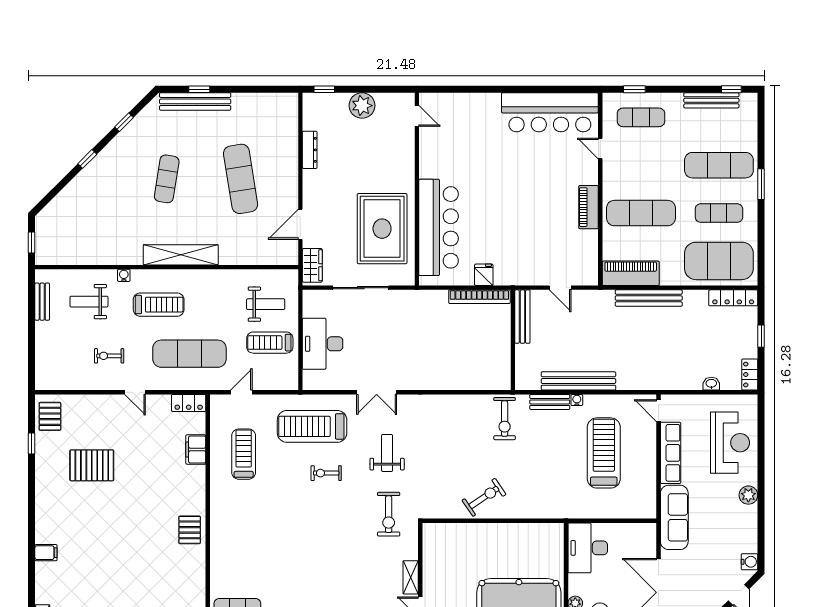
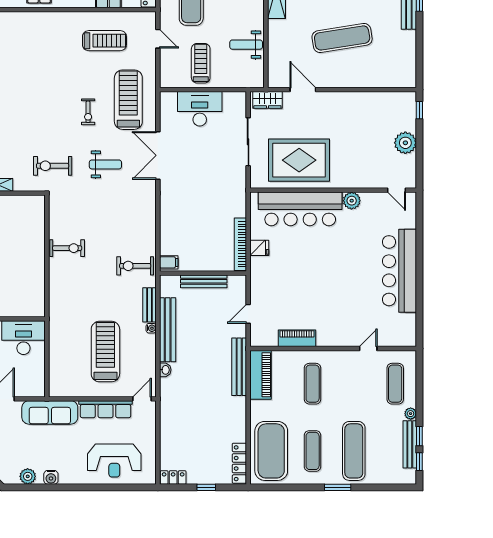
window: (634, 89) -> (419, 436), moved
plant: (676, 100) -> (411, 414), added
bar counter: (550, 112) -> (400, 271), moved
door: (417, 116) -> (397, 190), hinge flipped
dresser: (310, 150) -> (367, 98), removed
plant: (429, 168) -> (352, 201), added
piano: (588, 207) -> (297, 338), moved
exercise mat: (641, 213) -> (313, 384), width x0.73, depth x0.69
bench: (649, 298) -> (239, 367), moved
weight bench: (266, 304) -> (246, 45), moved, turned 90
bench: (522, 317) -> (204, 281), moved
filing cabinet: (501, 380) -> (169, 262), added
washbasin: (711, 384) -> (165, 370), moved
double door: (377, 392) -> (158, 155), width x1.37
treadmill: (604, 453) -> (105, 352), turned -90
exercise bike: (326, 473) -> (88, 112), turned 180
plant: (748, 495) -> (28, 476), moved
exercise bike: (484, 497) -> (67, 248), turned -56
water cooler: (749, 562) -> (51, 477), moved

